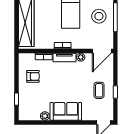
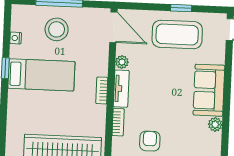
coffee table: (99, 90) -> (177, 34), width x1.86, depth x1.72

